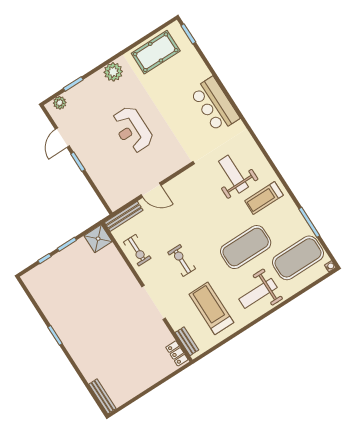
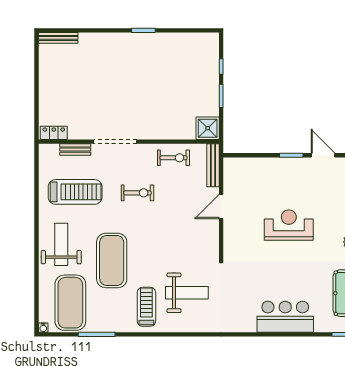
bar counter: (215, 105) -> (285, 317), moved
exercise bike: (137, 250) -> (173, 158), turned 180
bench: (187, 341) -> (75, 150), moved

